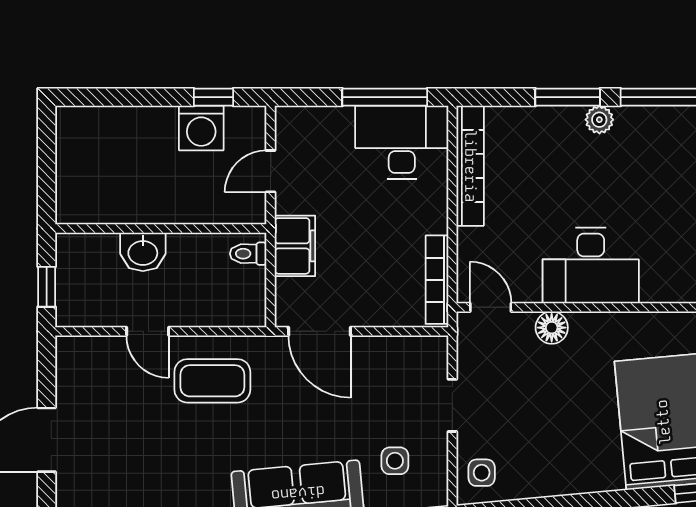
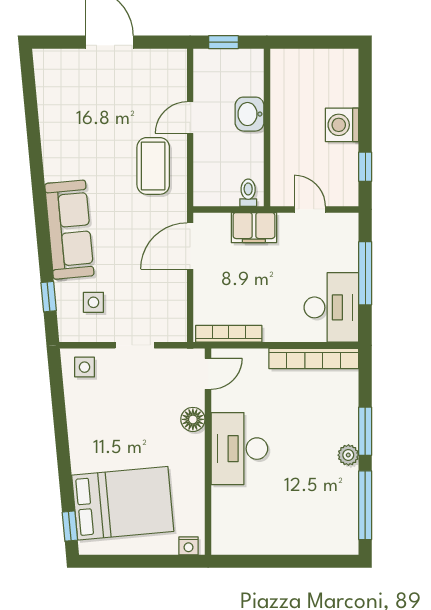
window: (385, 97) -> (365, 273), moved
washing machine: (201, 128) -> (342, 125), moved

